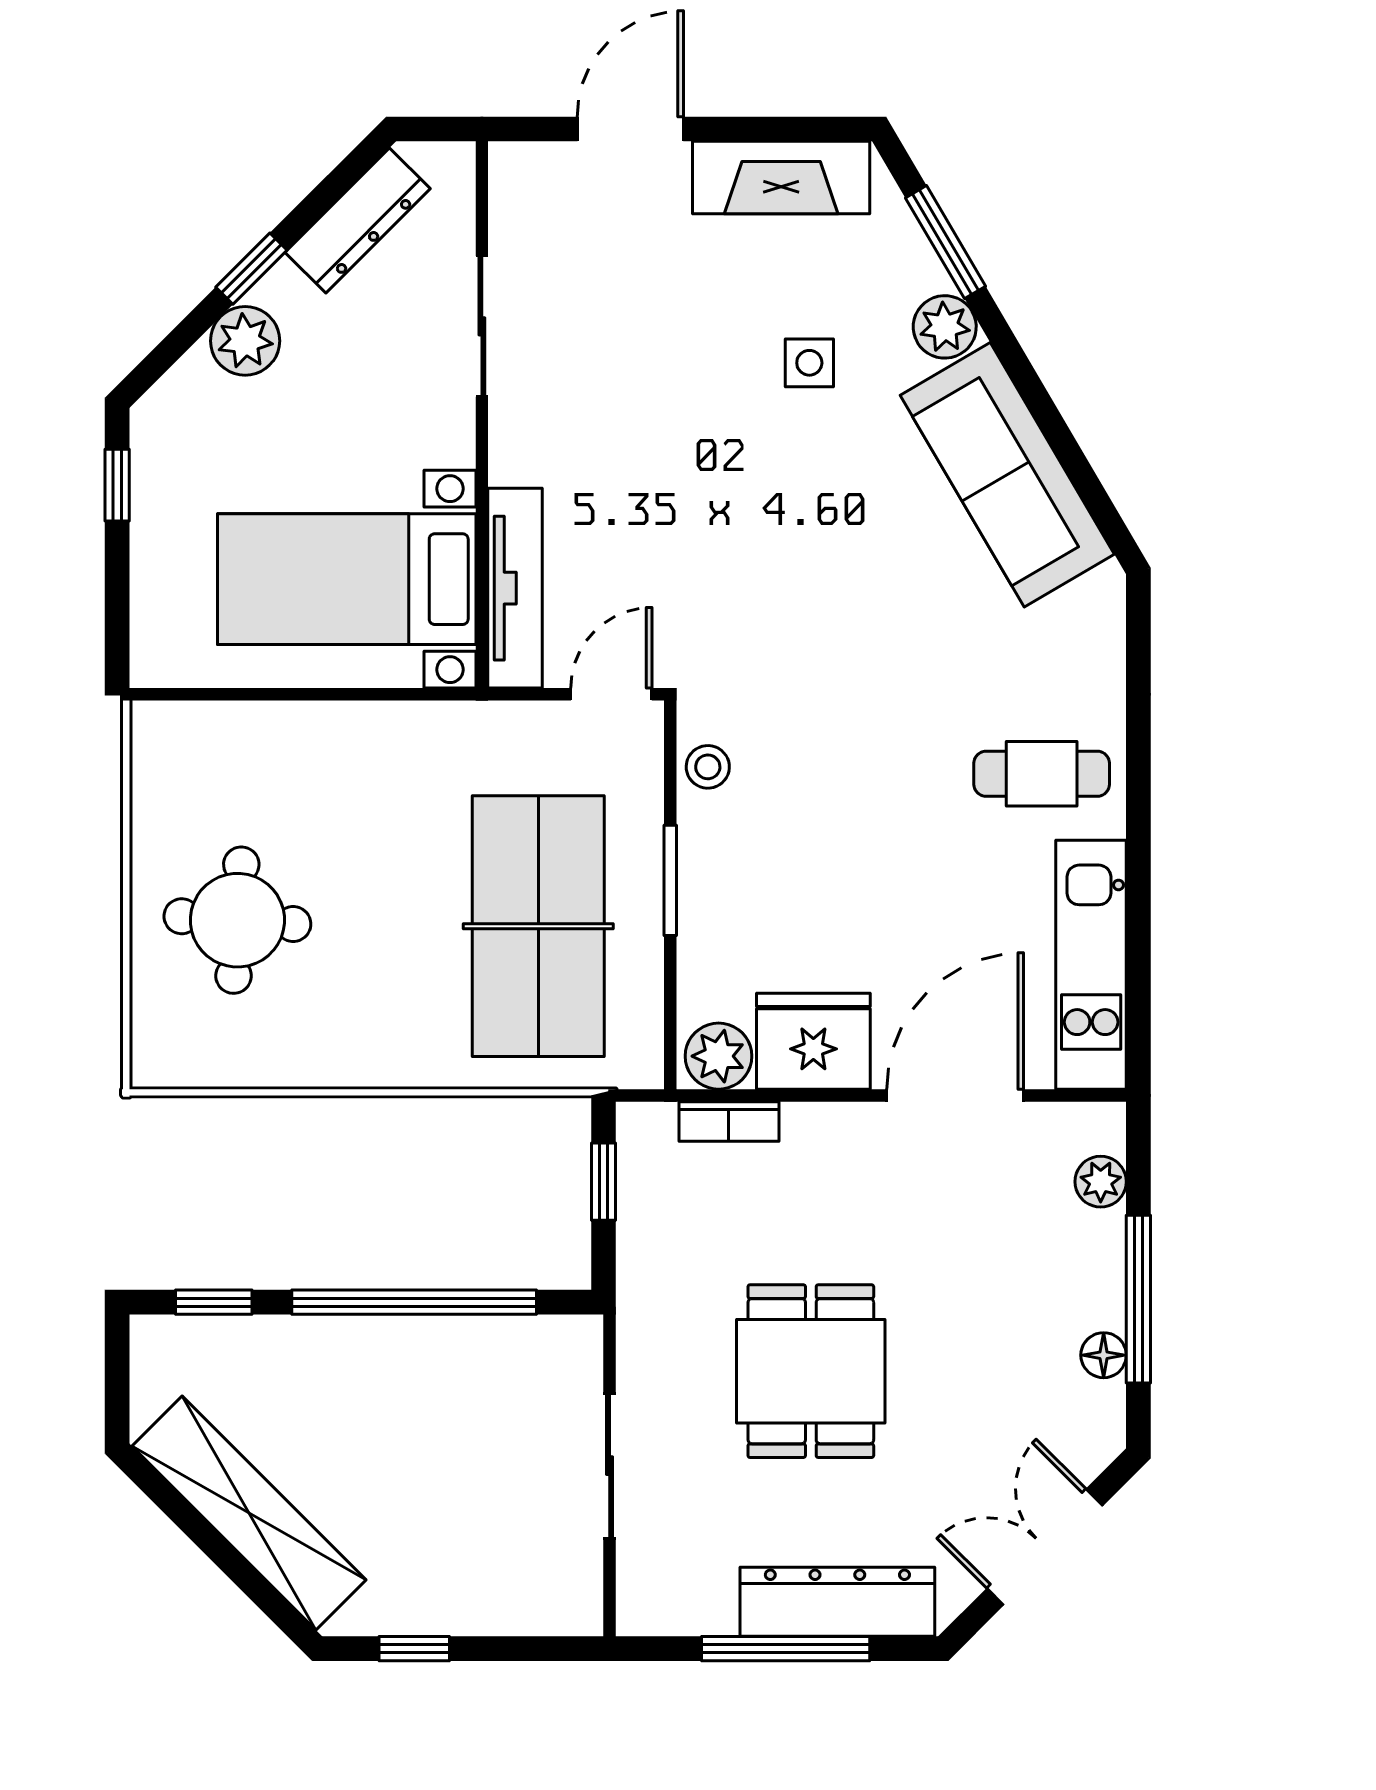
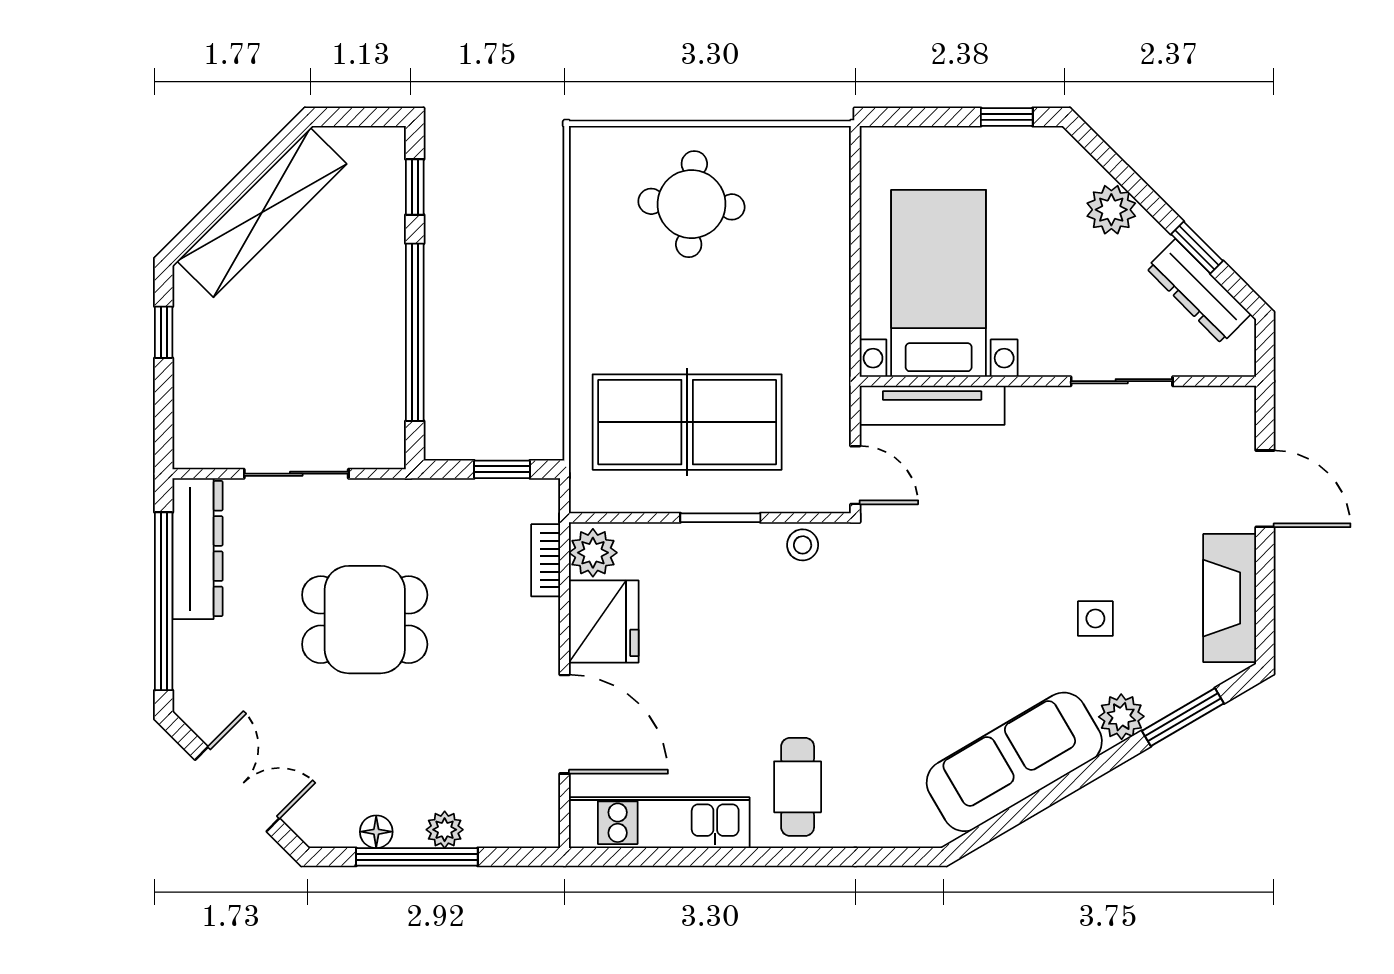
window: (251, 269) -> (1197, 248), moved
plant: (1101, 1182) -> (445, 830), moved
dresser: (837, 1602) -> (198, 549), moved
window: (786, 1649) -> (164, 601), width x1.46

